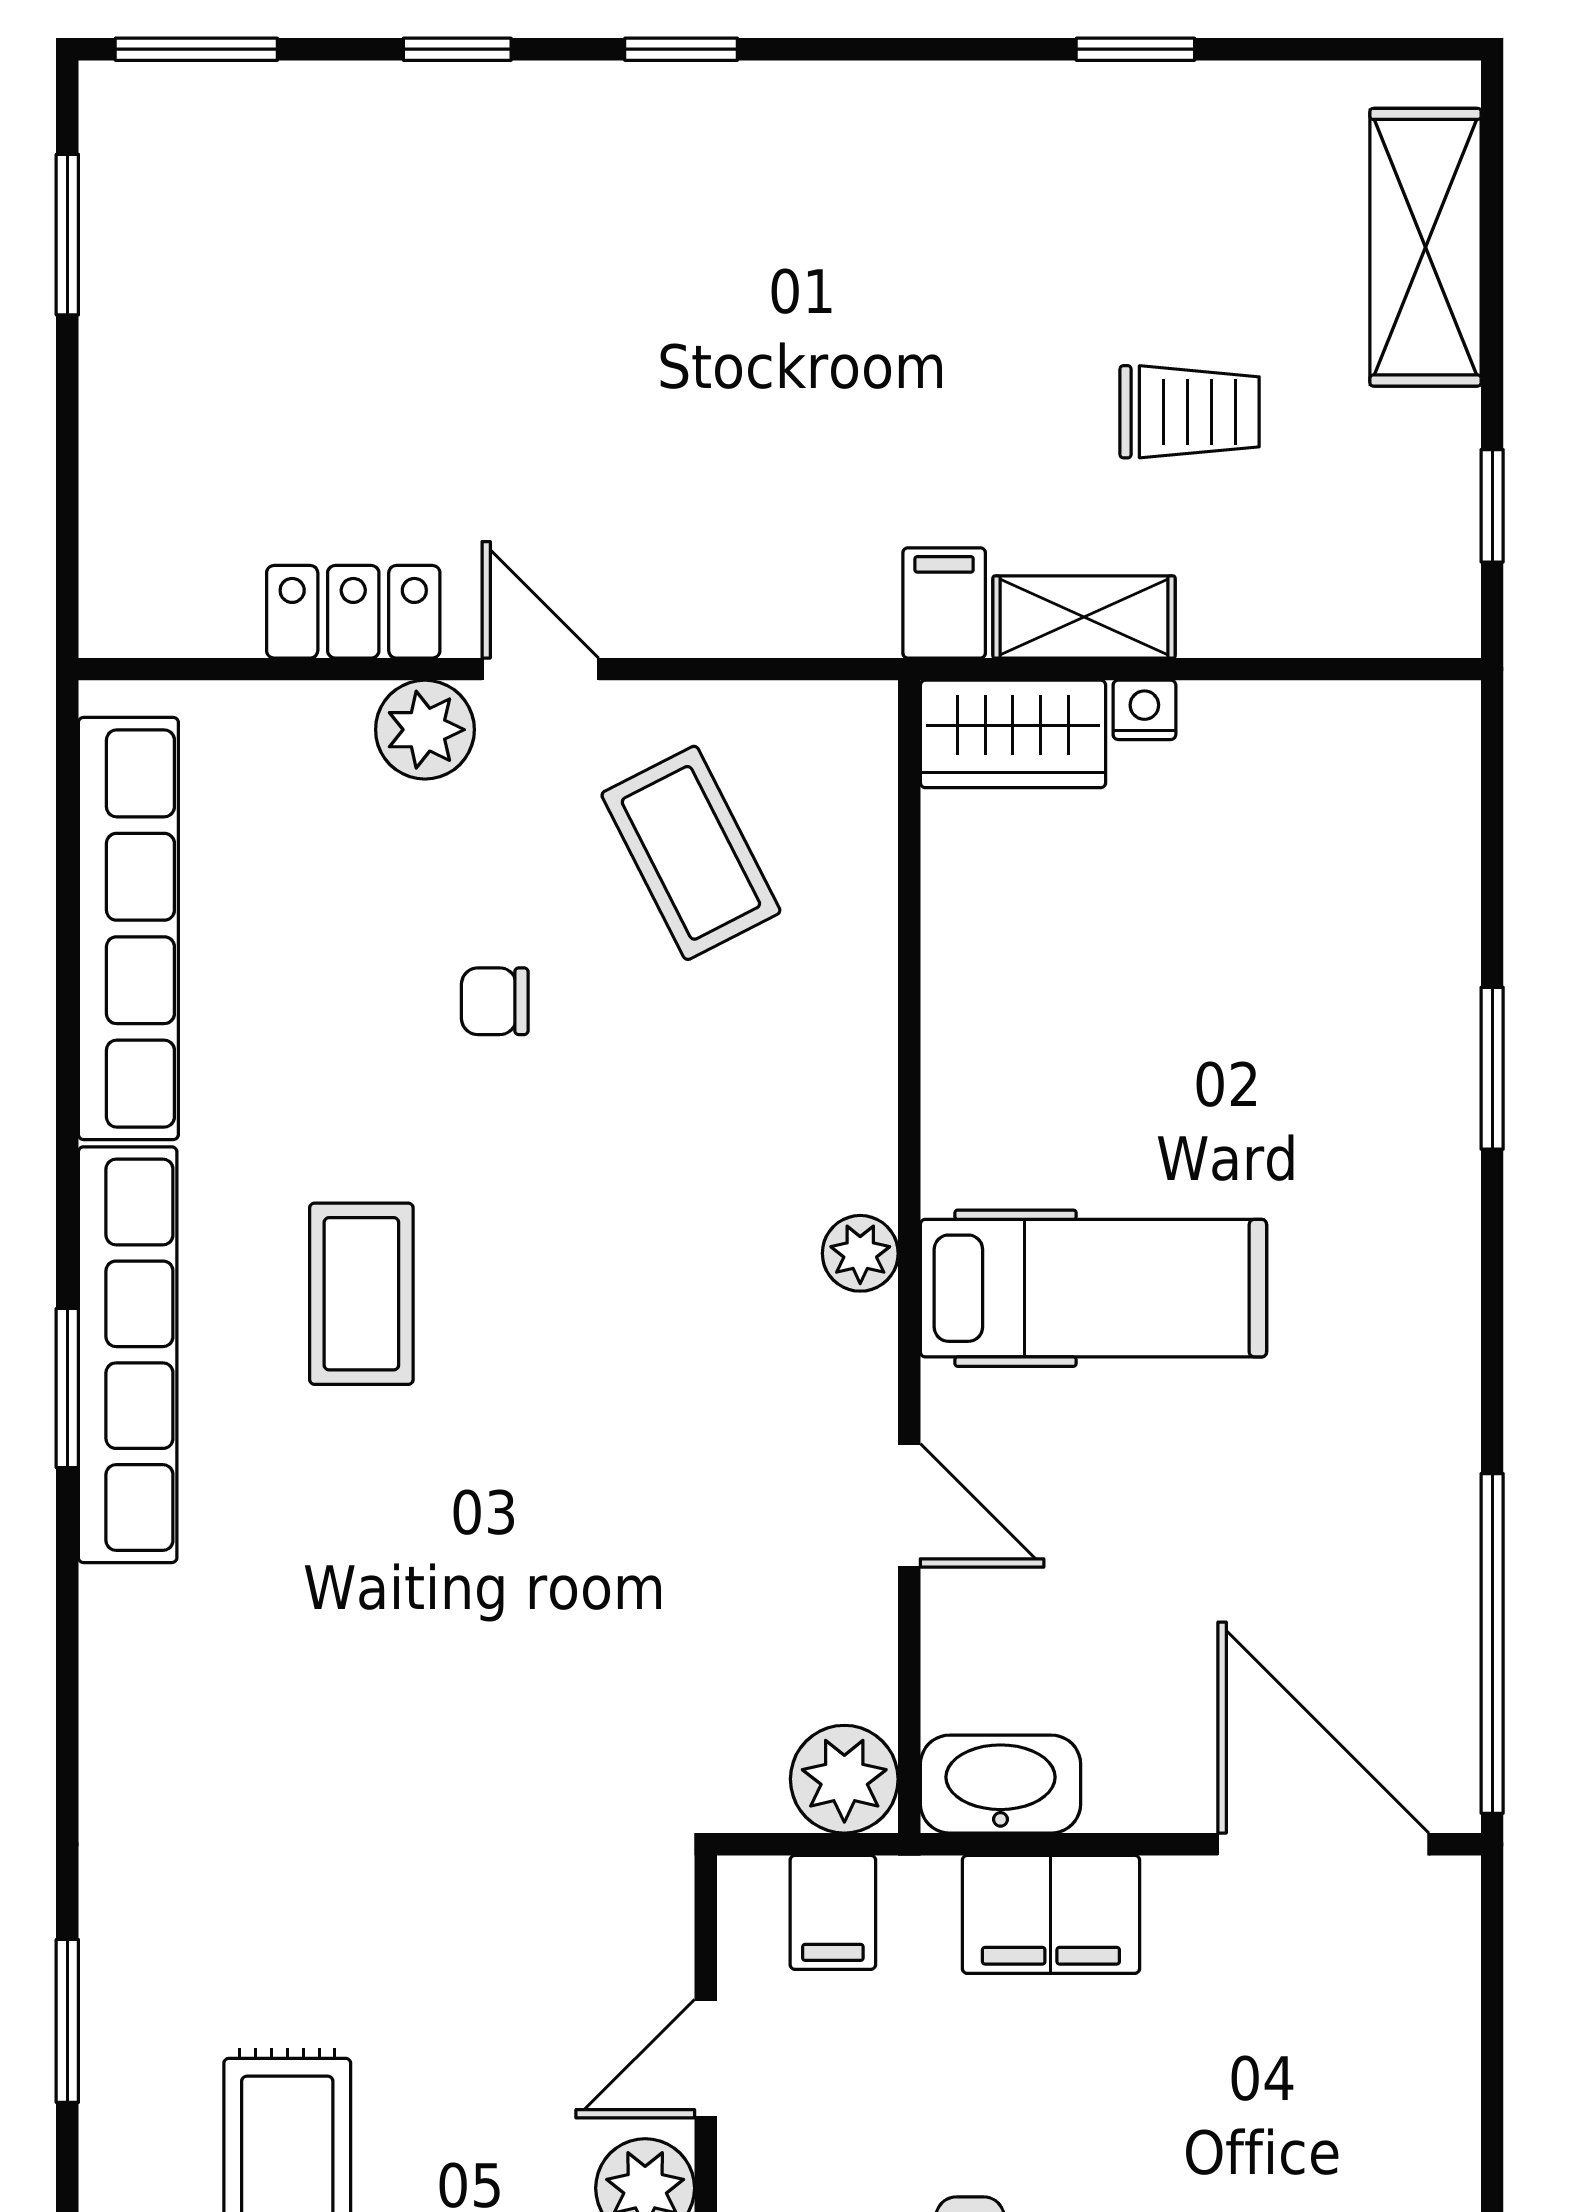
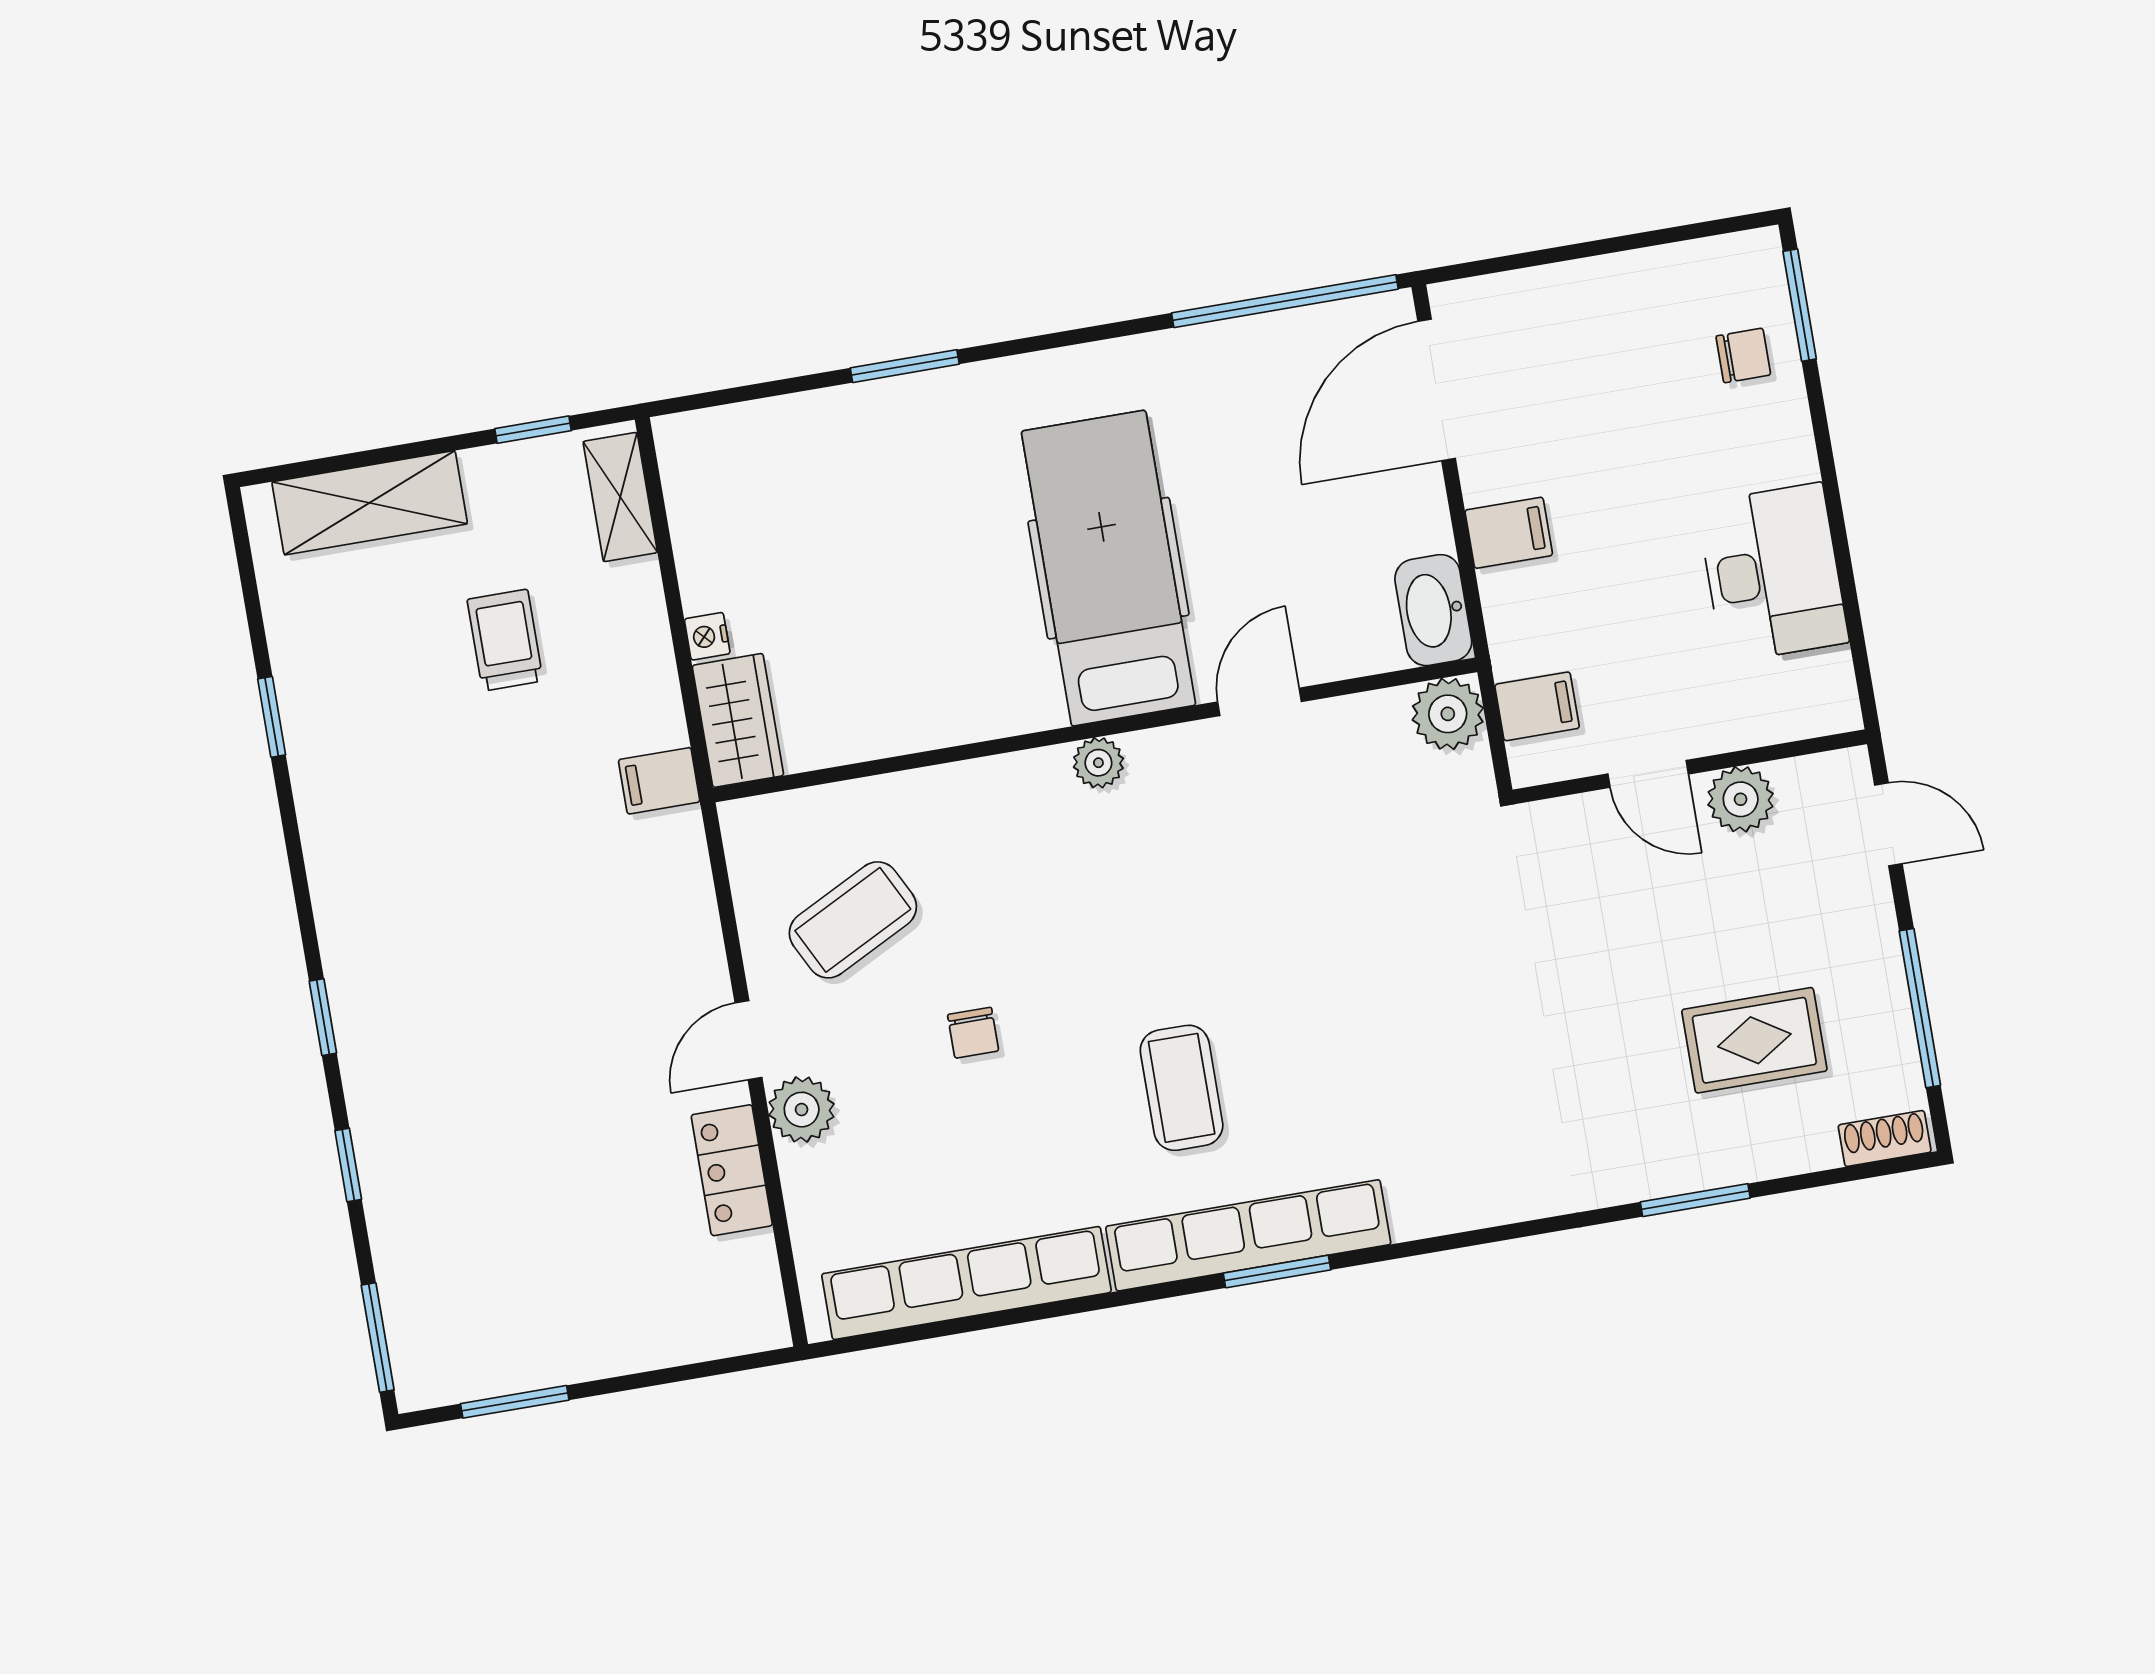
shelving: (1084, 617) -> (620, 497), moved
hospital bed: (1093, 1288) -> (1109, 568), width x1.37, depth x1.29
coffee table: (361, 1294) -> (1182, 1088), turned 90
filing cabinet: (1051, 1914) -> (1509, 533), width x0.50

